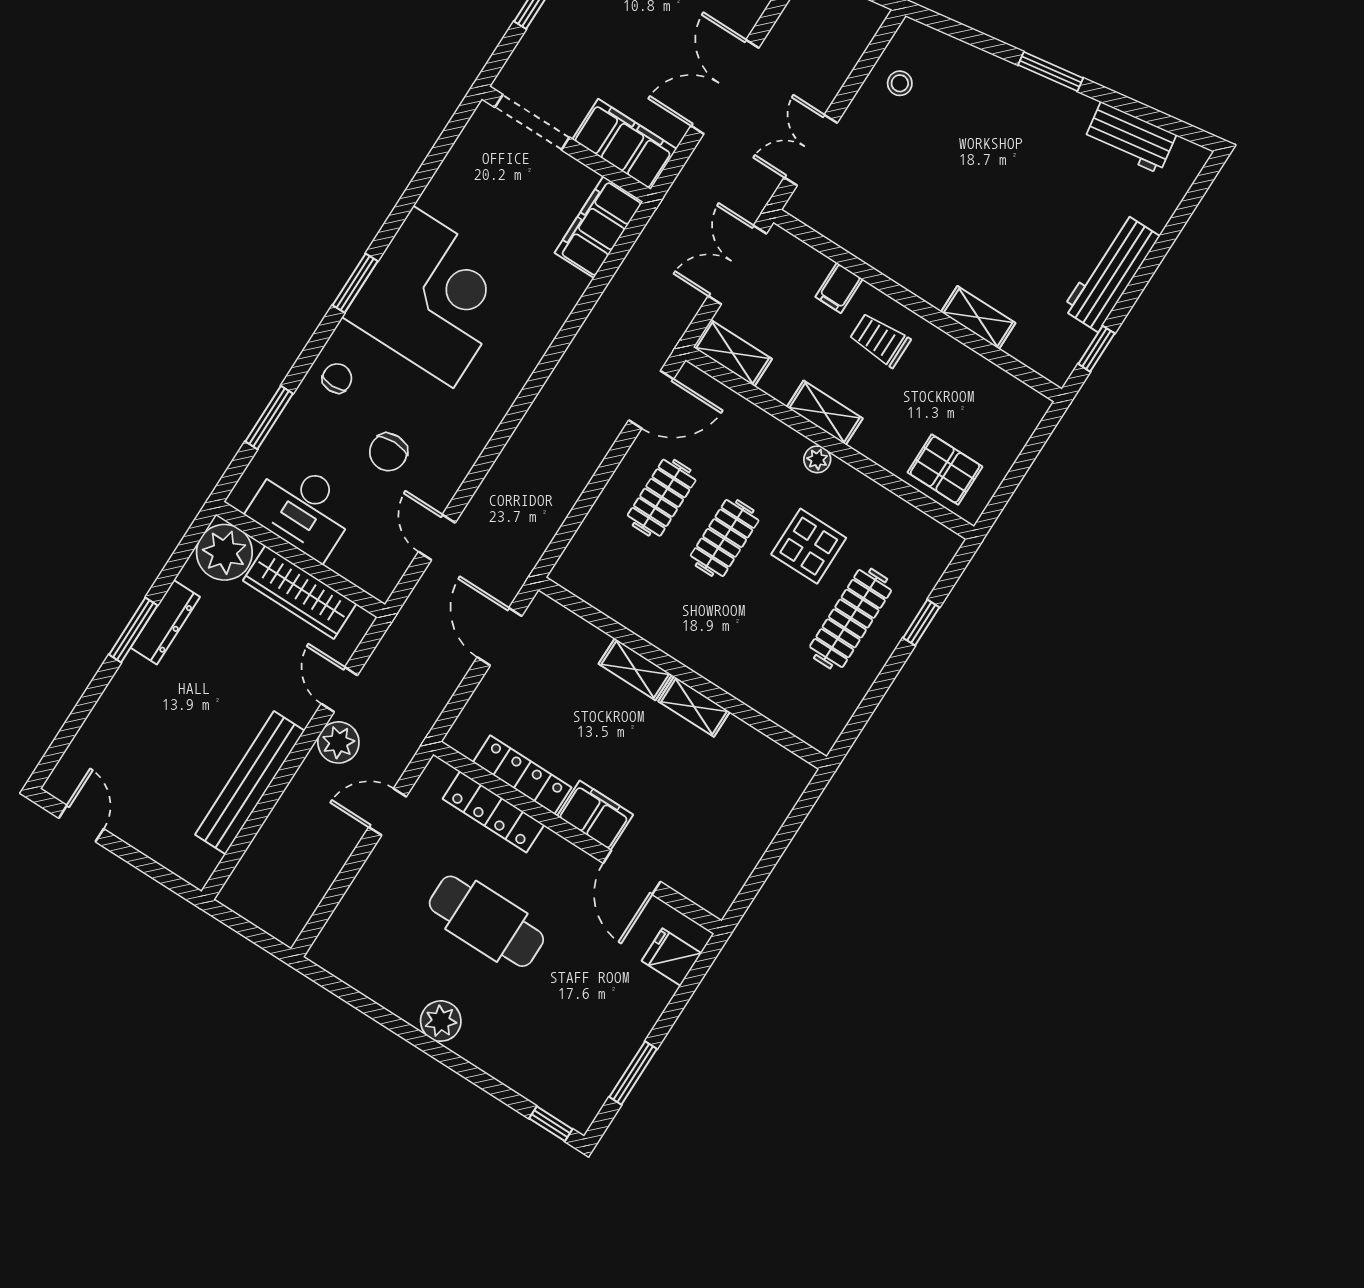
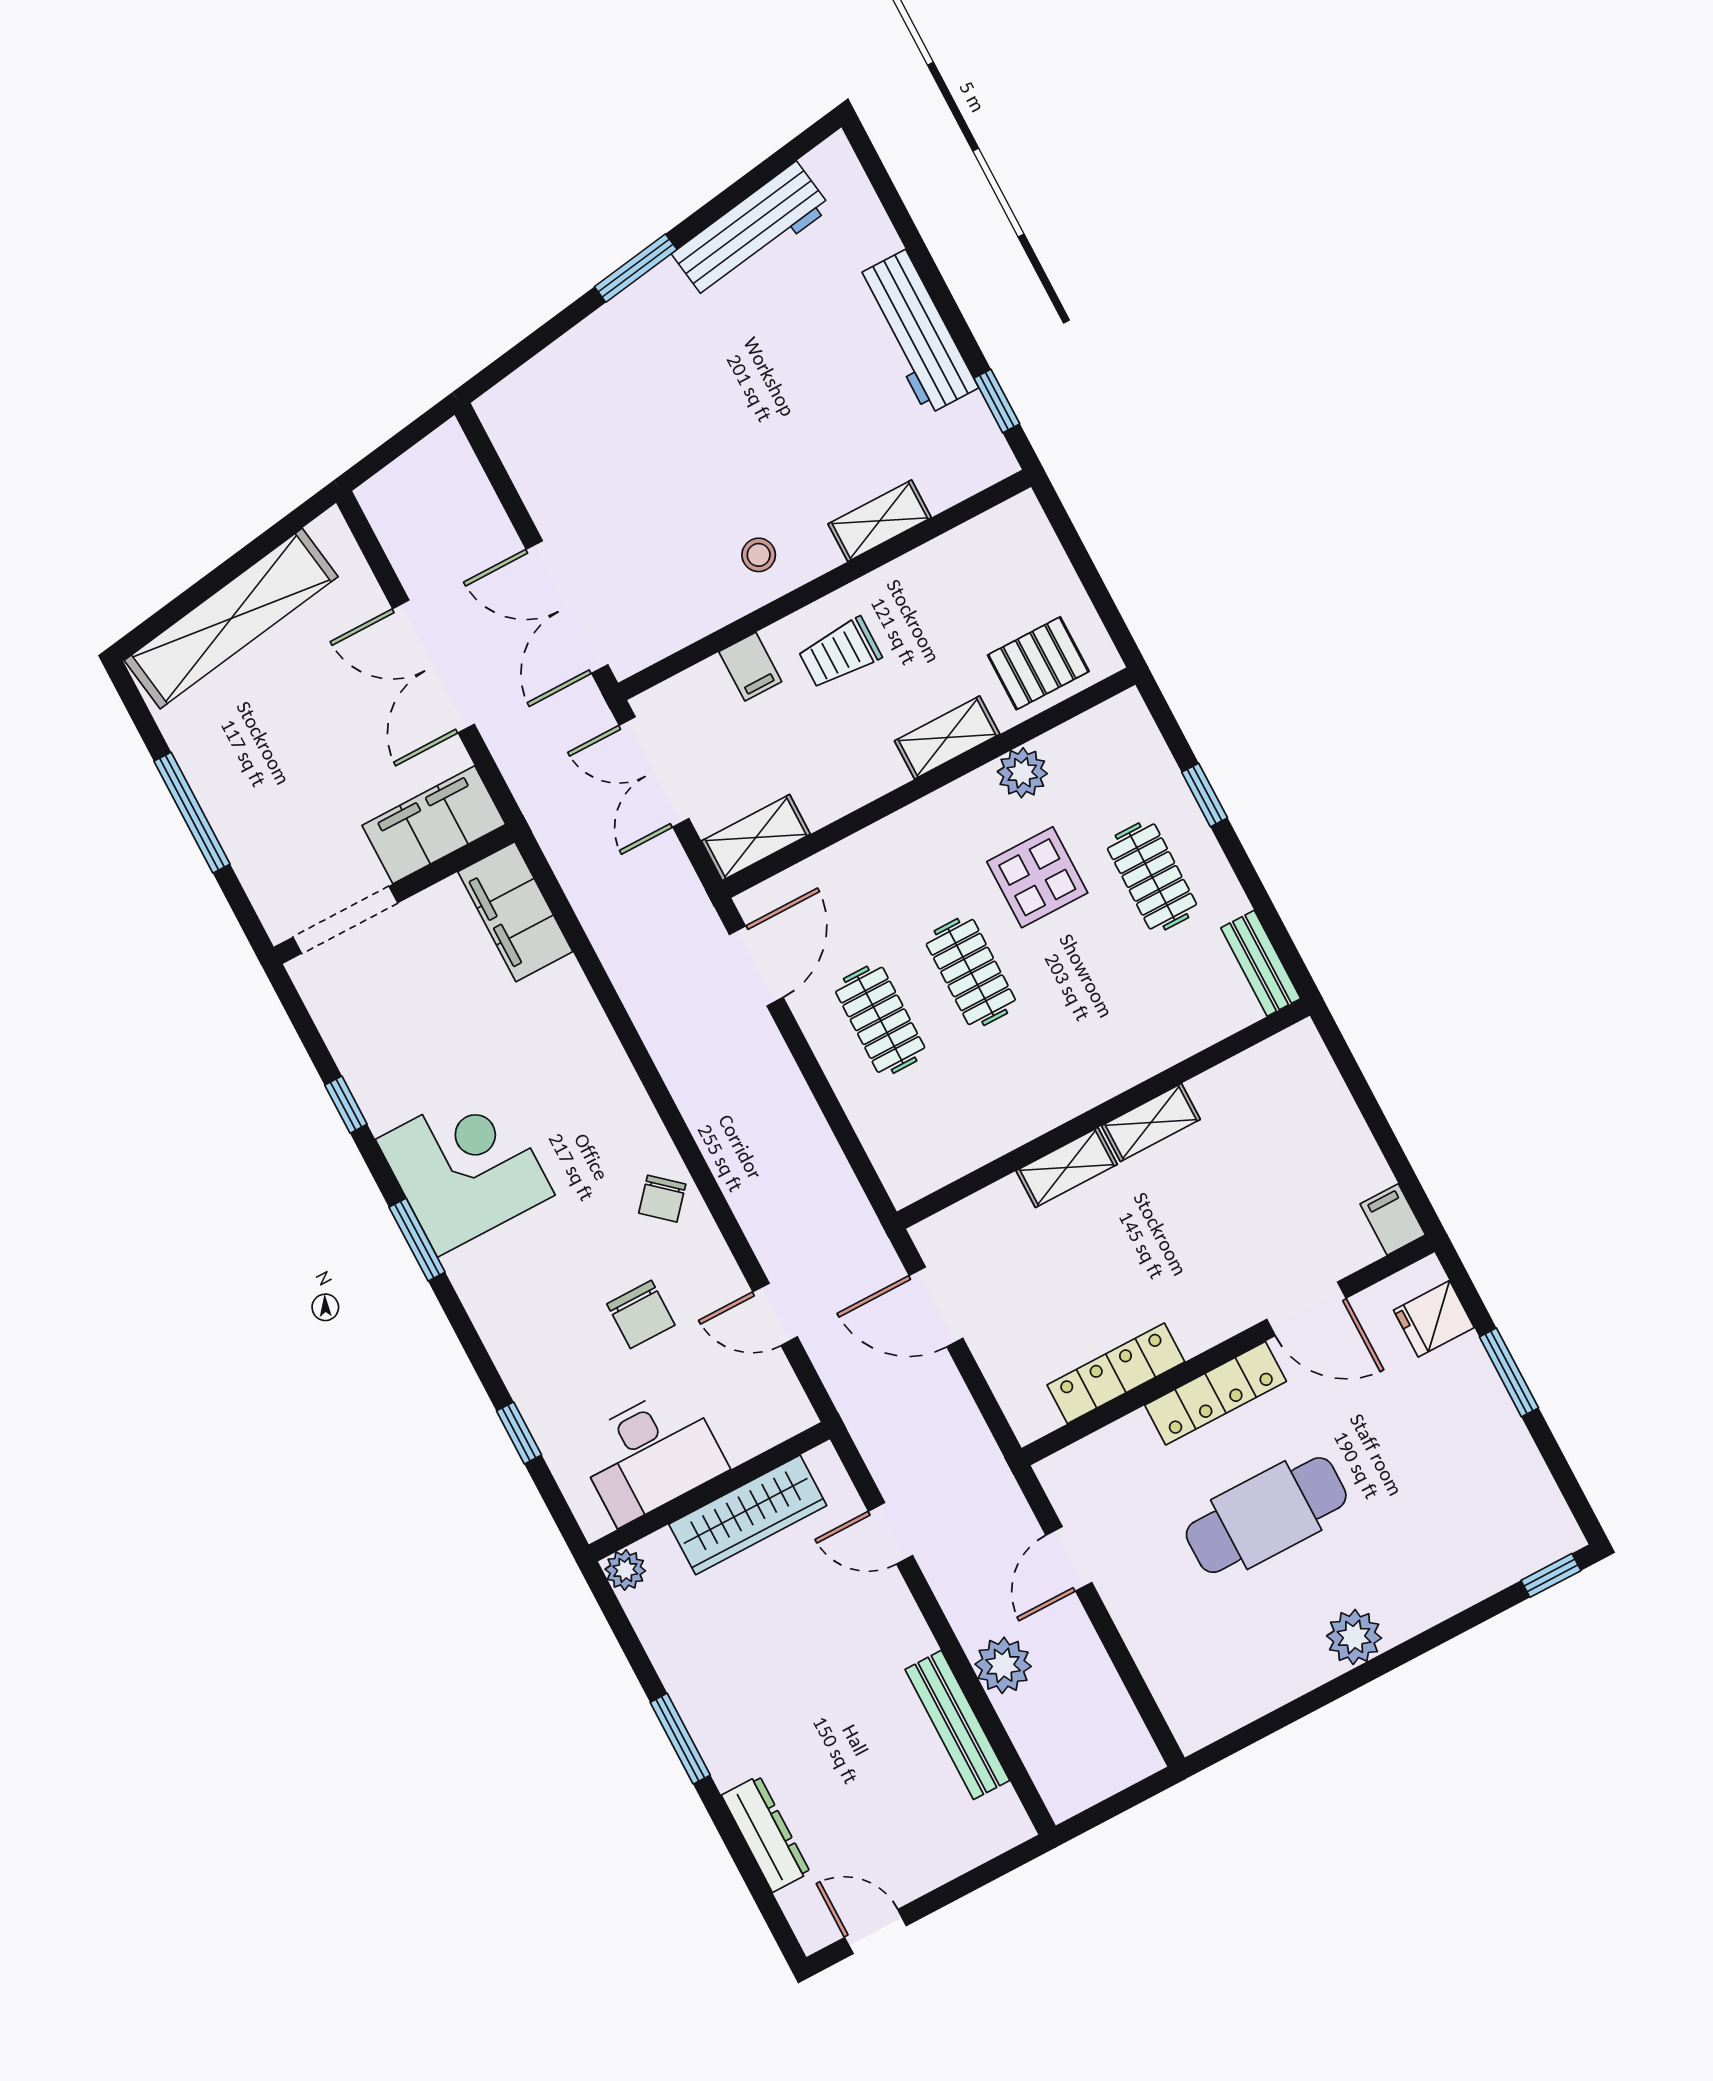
stool: (900, 83) -> (759, 555), moved
workbench: (1130, 138) -> (751, 231), width x1.37
double door: (811, 150) -> (567, 607), width x1.37
window: (415, 189) -> (346, 1105), added
corner desk: (433, 297) -> (465, 1167), width x0.74, depth x0.74
chair: (337, 378) -> (662, 1199), moved, turned -139
shelving: (825, 413) -> (947, 737), moved
window: (269, 417) -> (519, 1433), width x0.67
plant: (817, 459) -> (1022, 773), moved, width x1.38, depth x1.38
plant: (224, 552) -> (625, 1570), width x0.53, depth x0.53
clothes rail: (851, 619) -> (1152, 876), width x0.73
dresser: (165, 622) -> (766, 1834), moved
bench: (835, 719) -> (1261, 963), added
plant: (338, 742) -> (1003, 1665), moved
bench: (250, 783) -> (957, 1725), width x0.73, depth x0.82
locker: (493, 812) -> (1216, 1393), moved
filing cabinet: (595, 815) -> (1393, 1219), moved, width x0.50
window: (633, 1073) -> (1509, 1372), moved

